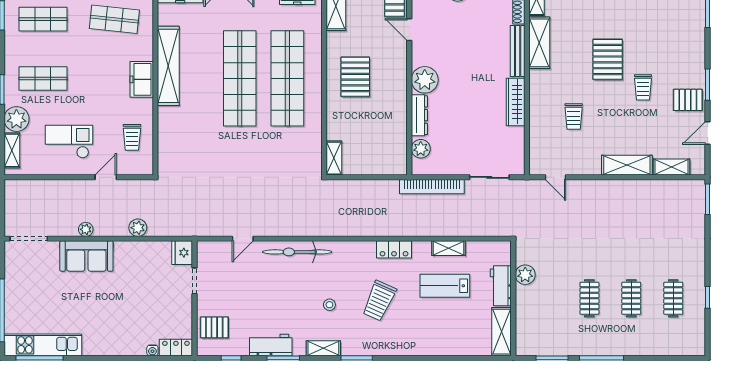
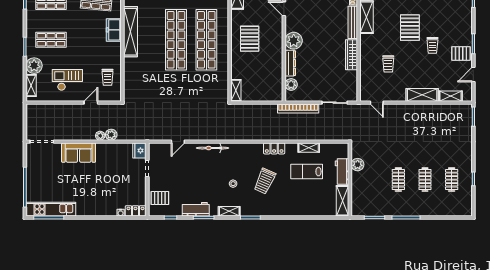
freezer: (142, 79) -> (114, 30), moved
plant: (86, 229) -> (100, 136), moved
bicycle: (297, 252) -> (213, 148), width x0.73, depth x0.71

